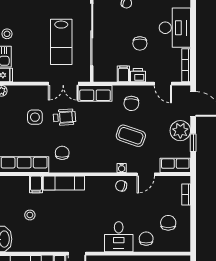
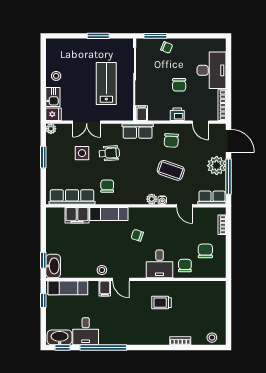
lab bench: (61, 42) -> (106, 83), turned 180
filing cabinet: (123, 74) -> (142, 113), moved
double door: (63, 84) -> (87, 122), moved
window: (193, 143) -> (229, 177), width x2.17
plant: (110, 167) -> (152, 199), added
door: (146, 174) -> (185, 206), hinge flipped
filing cabinet: (36, 184) -> (77, 215), width x2.00
chair: (121, 186) -> (137, 235), moved
stool: (30, 215) -> (102, 270), moved

